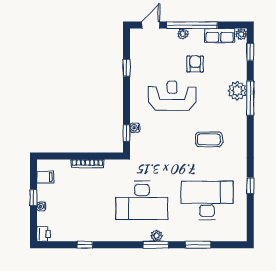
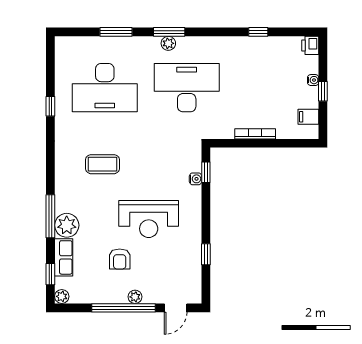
row of seats: (220, 36) -> (64, 257), moved, turned 90

